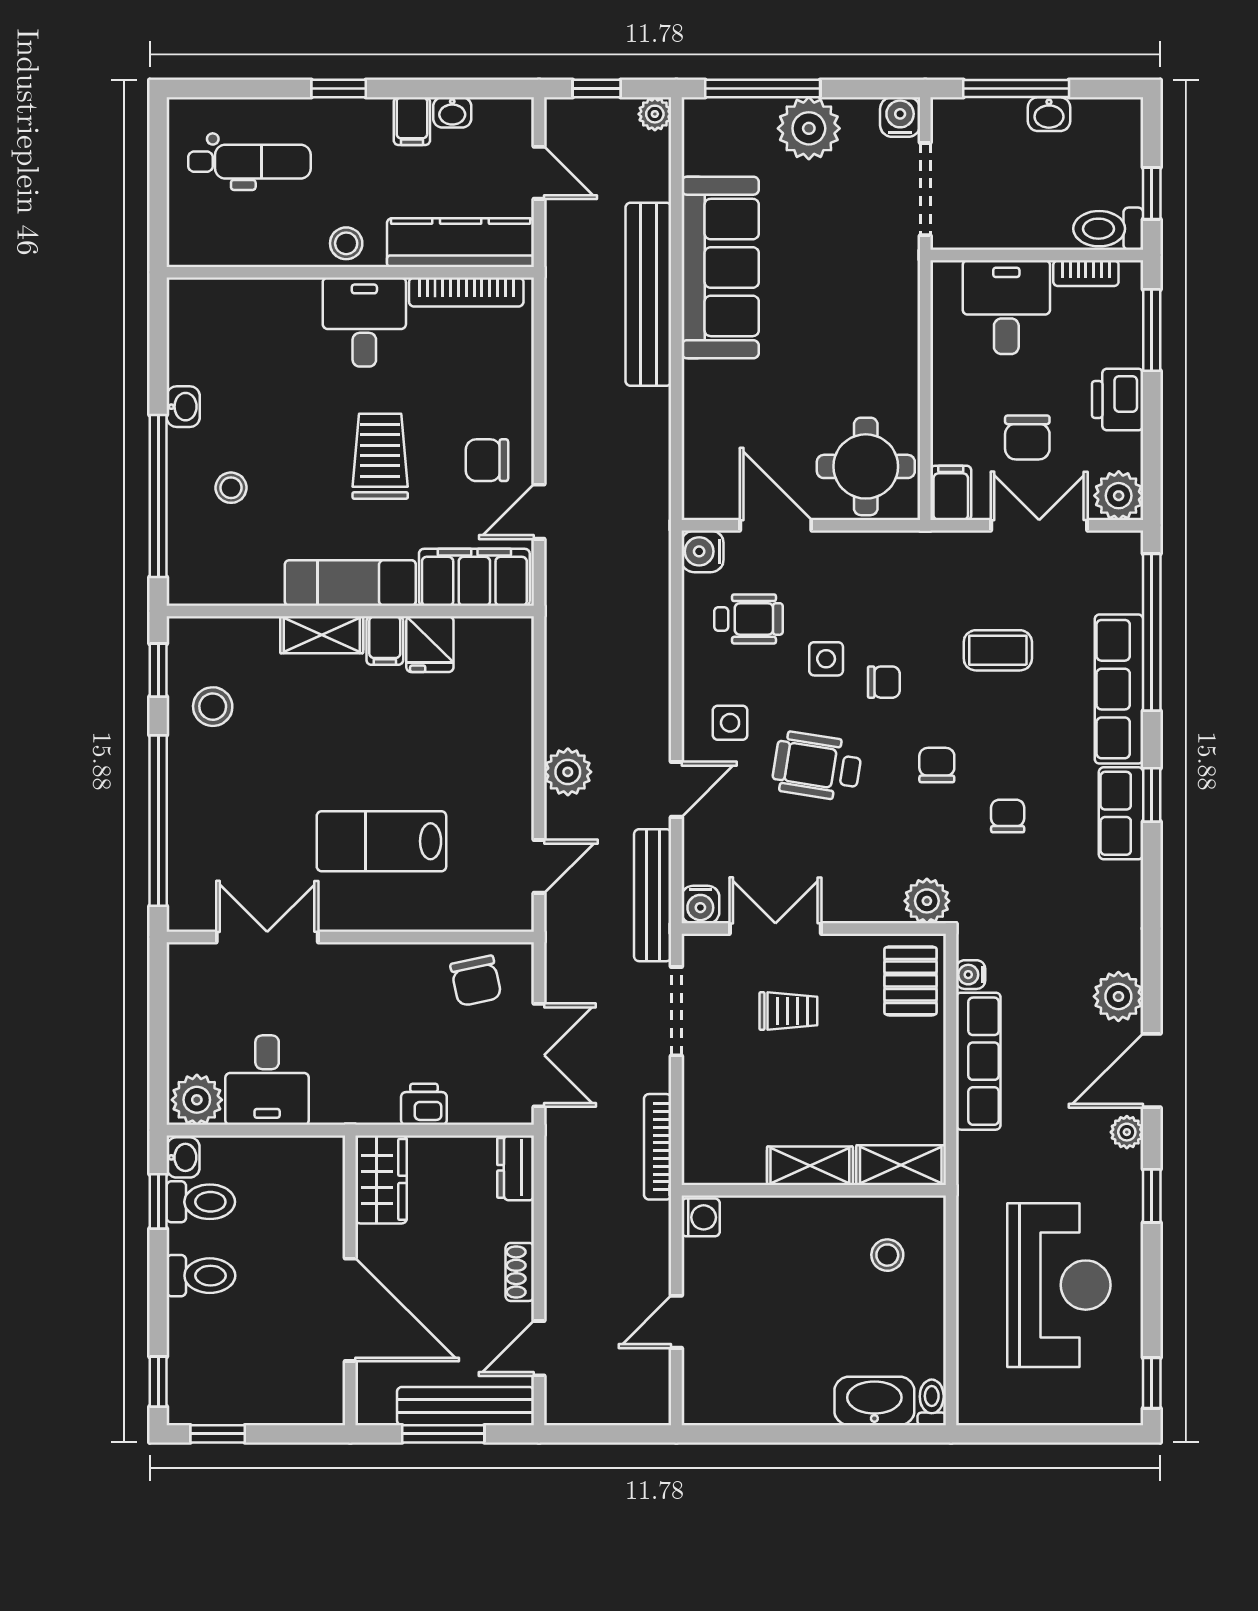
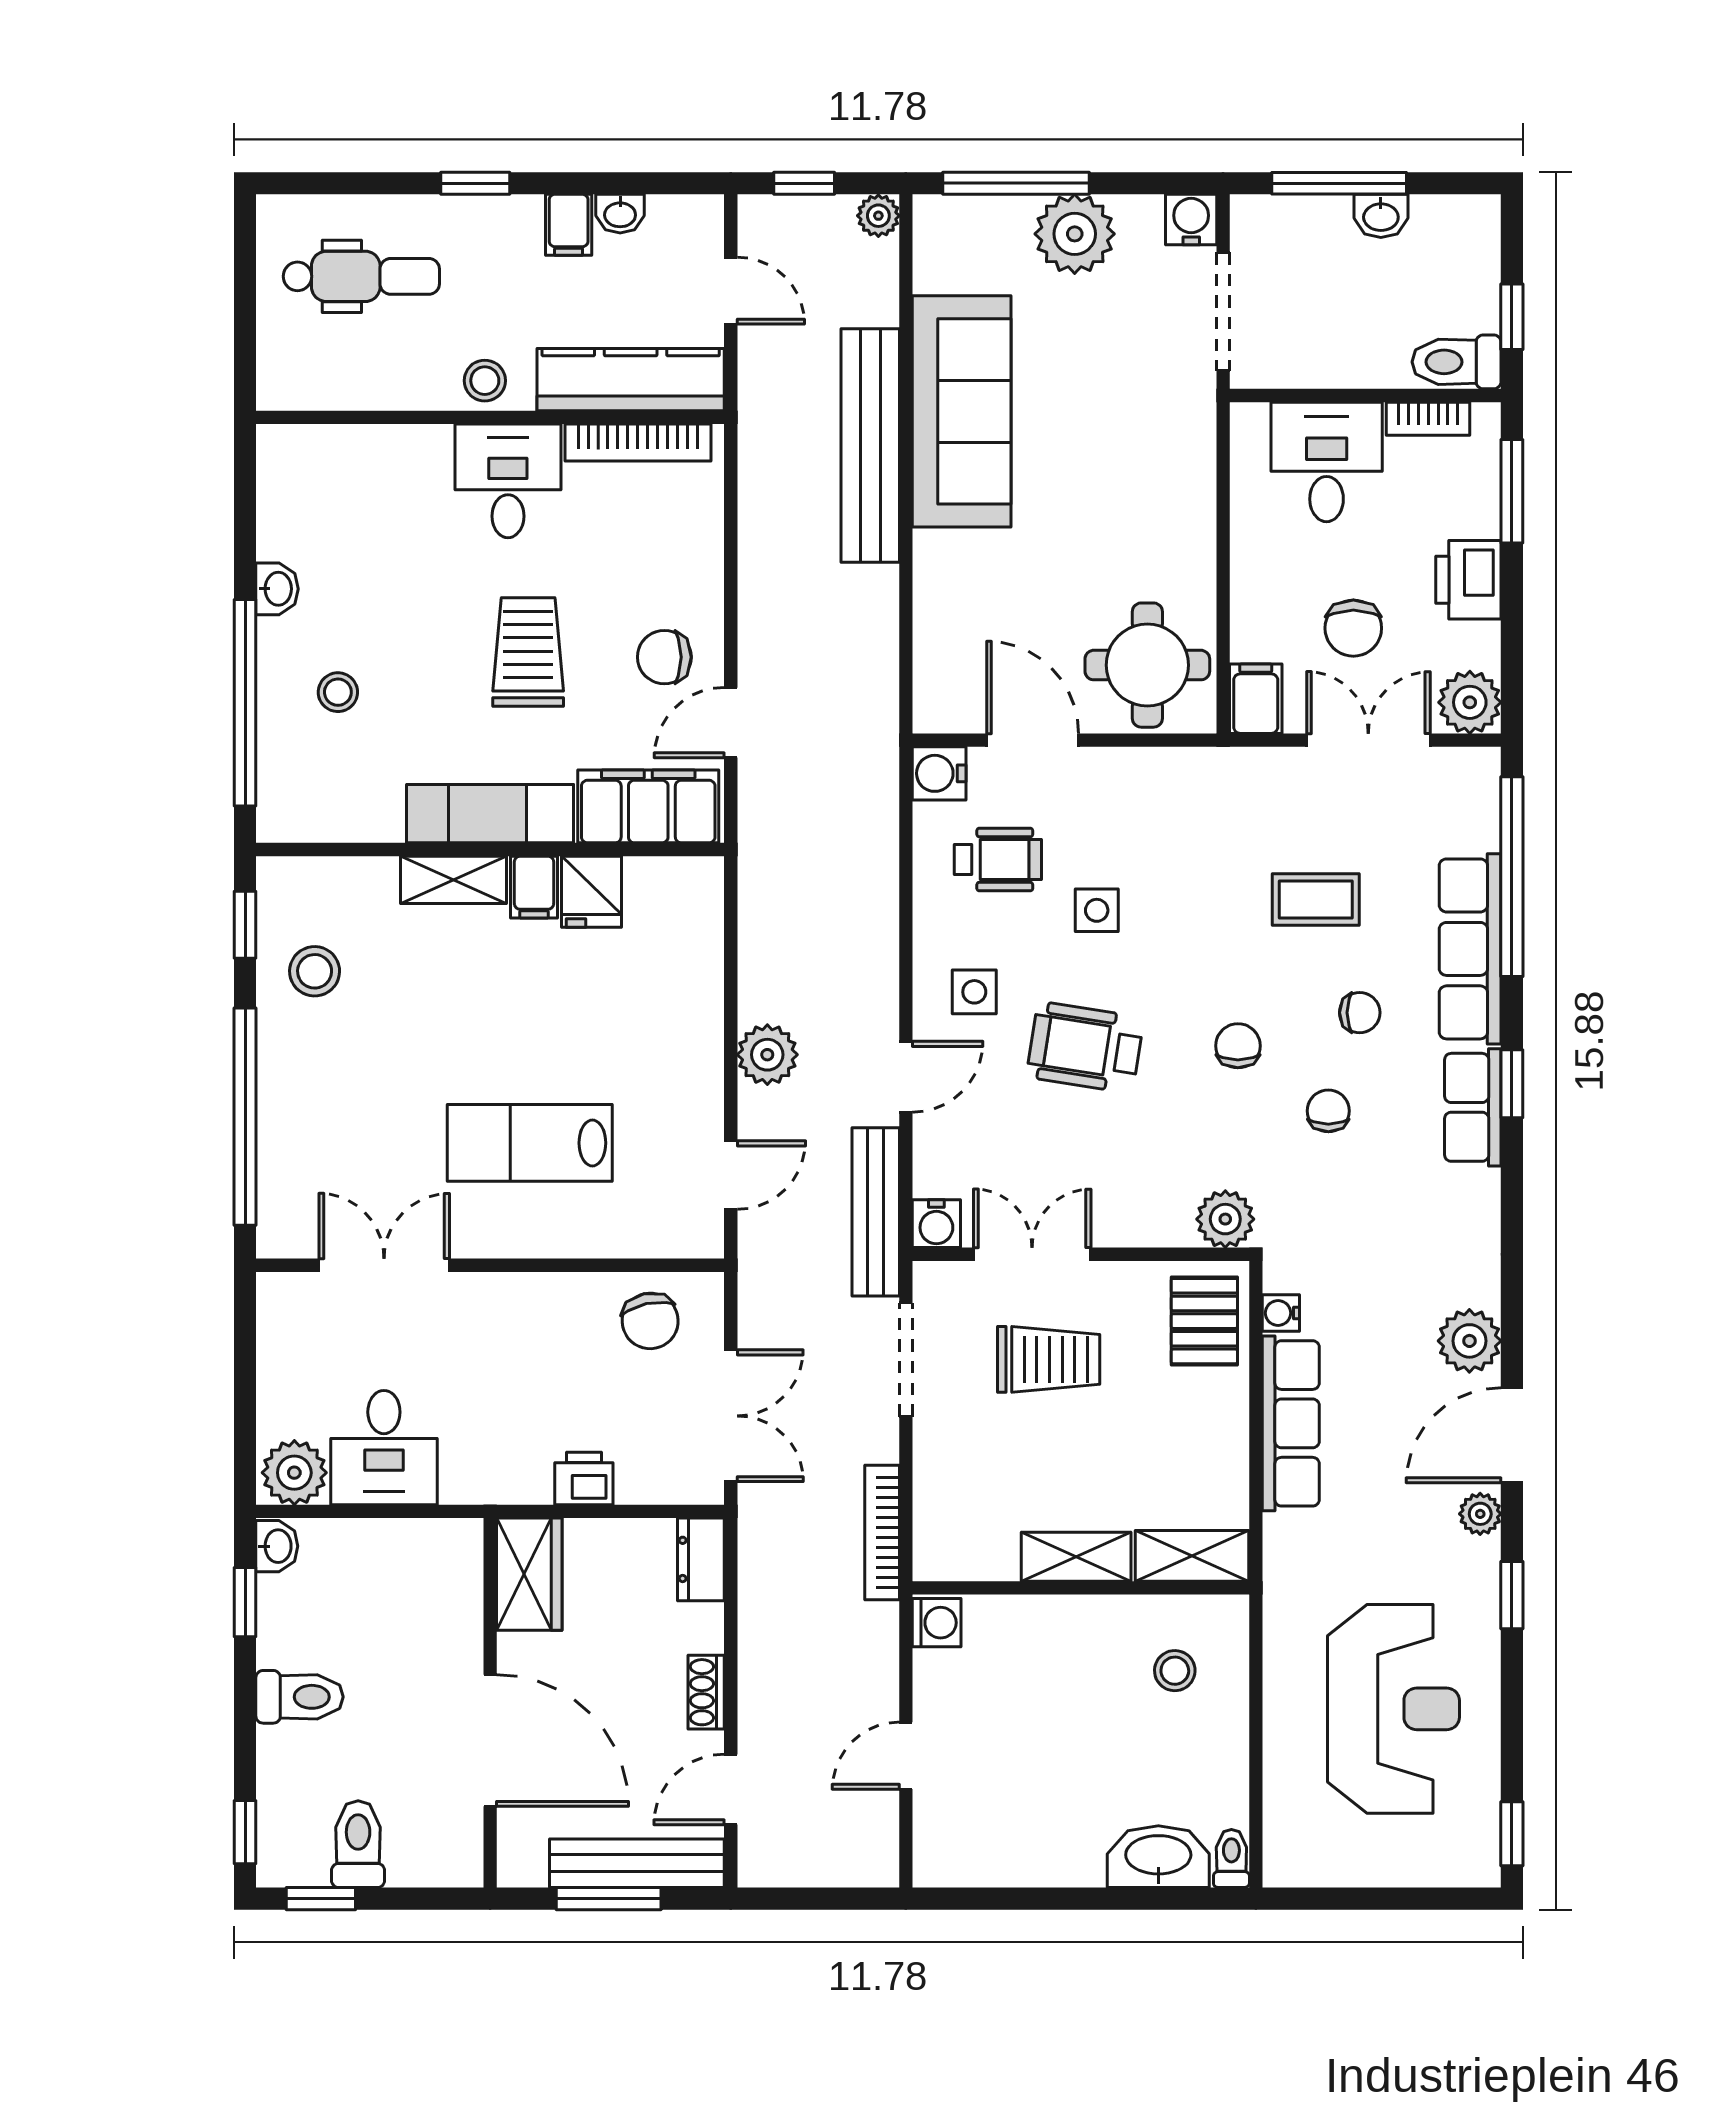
chair: (884, 682) -> (1360, 1013), moved
trolley: (788, 1011) -> (1049, 1359), width x1.36, depth x1.39
toilet: (201, 1202) -> (358, 1844), moved, turned -90

